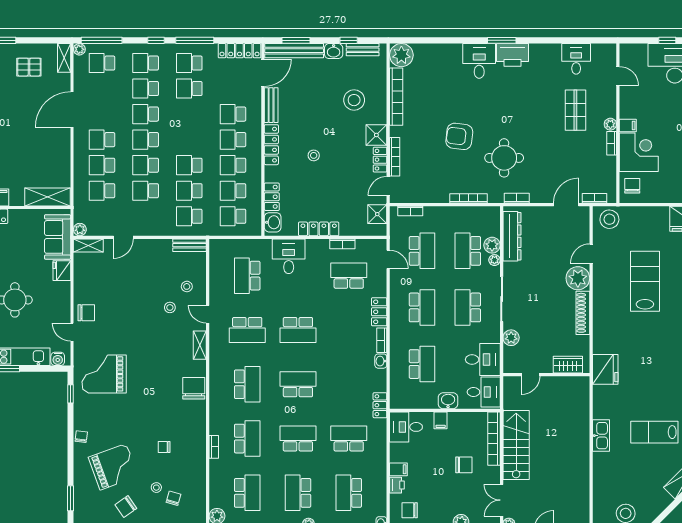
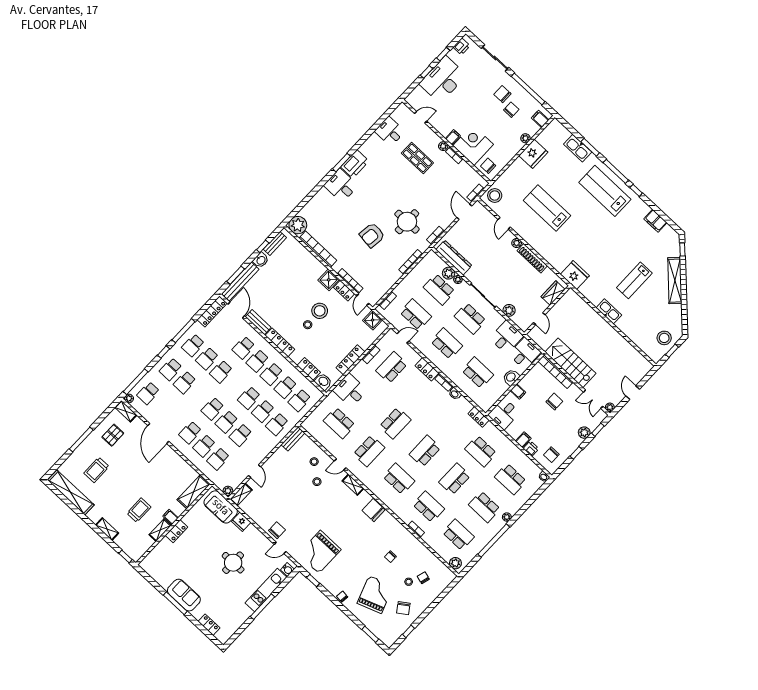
stool: (354, 100) -> (320, 311), moved
school desk: (146, 114) -> (221, 372), moved
plant: (578, 278) -> (517, 243), width x0.53, depth x0.53
school desk: (349, 439) -> (481, 451), turned -90

